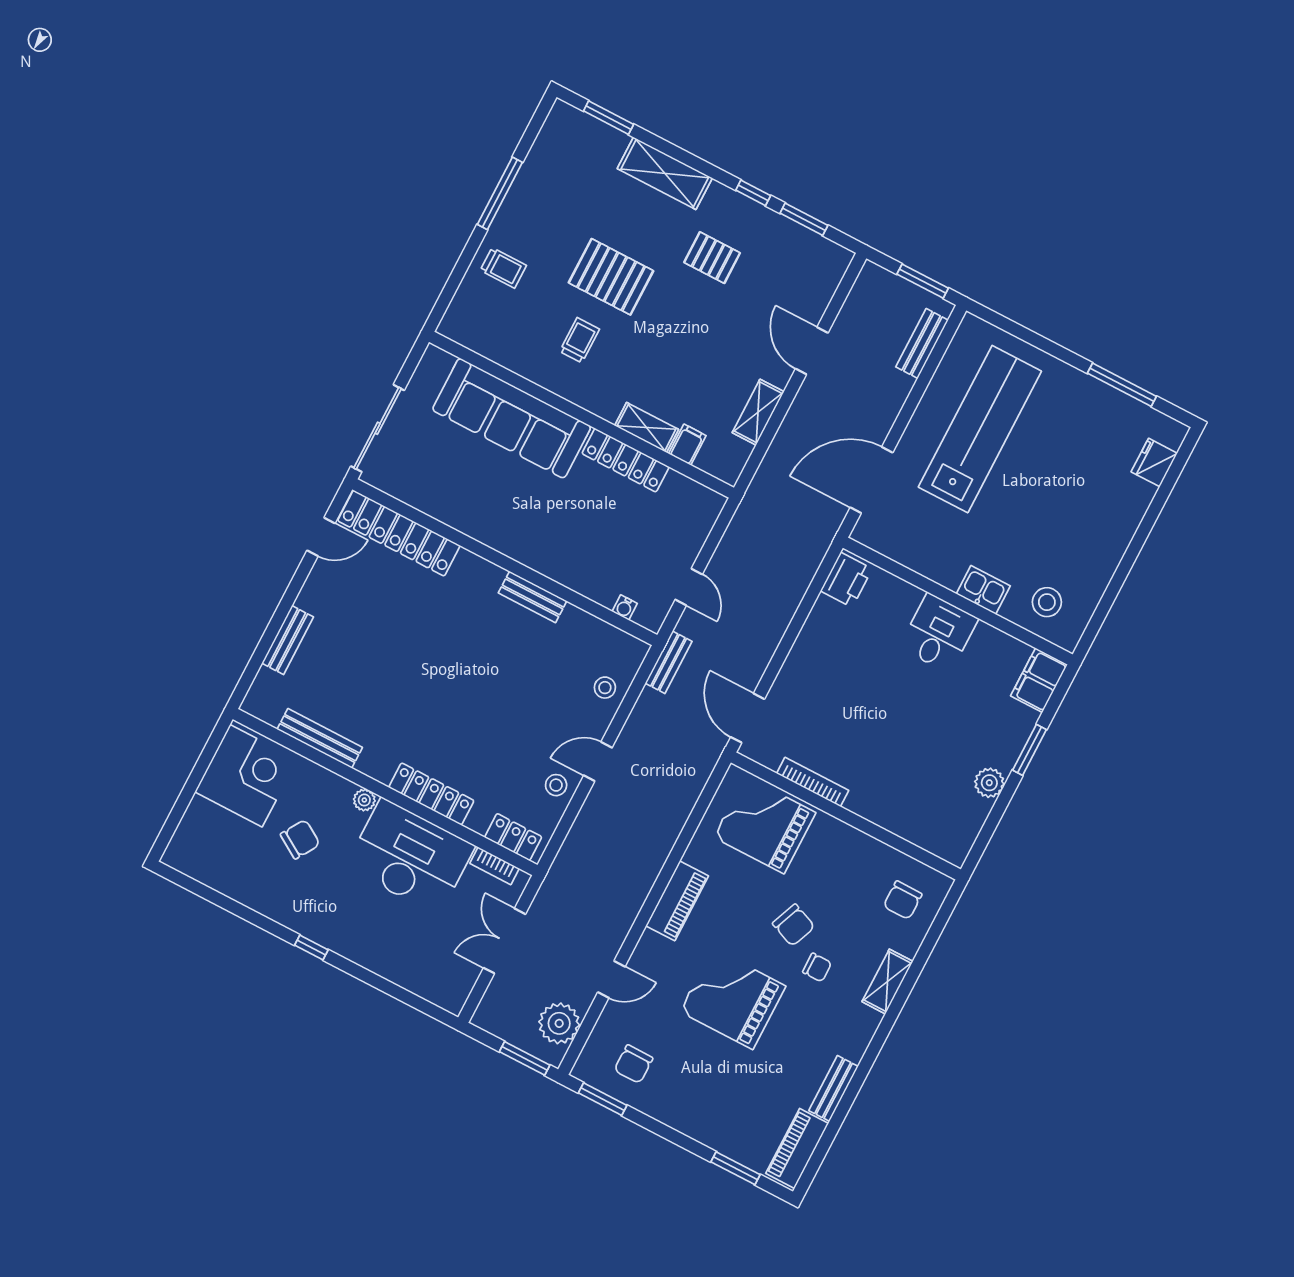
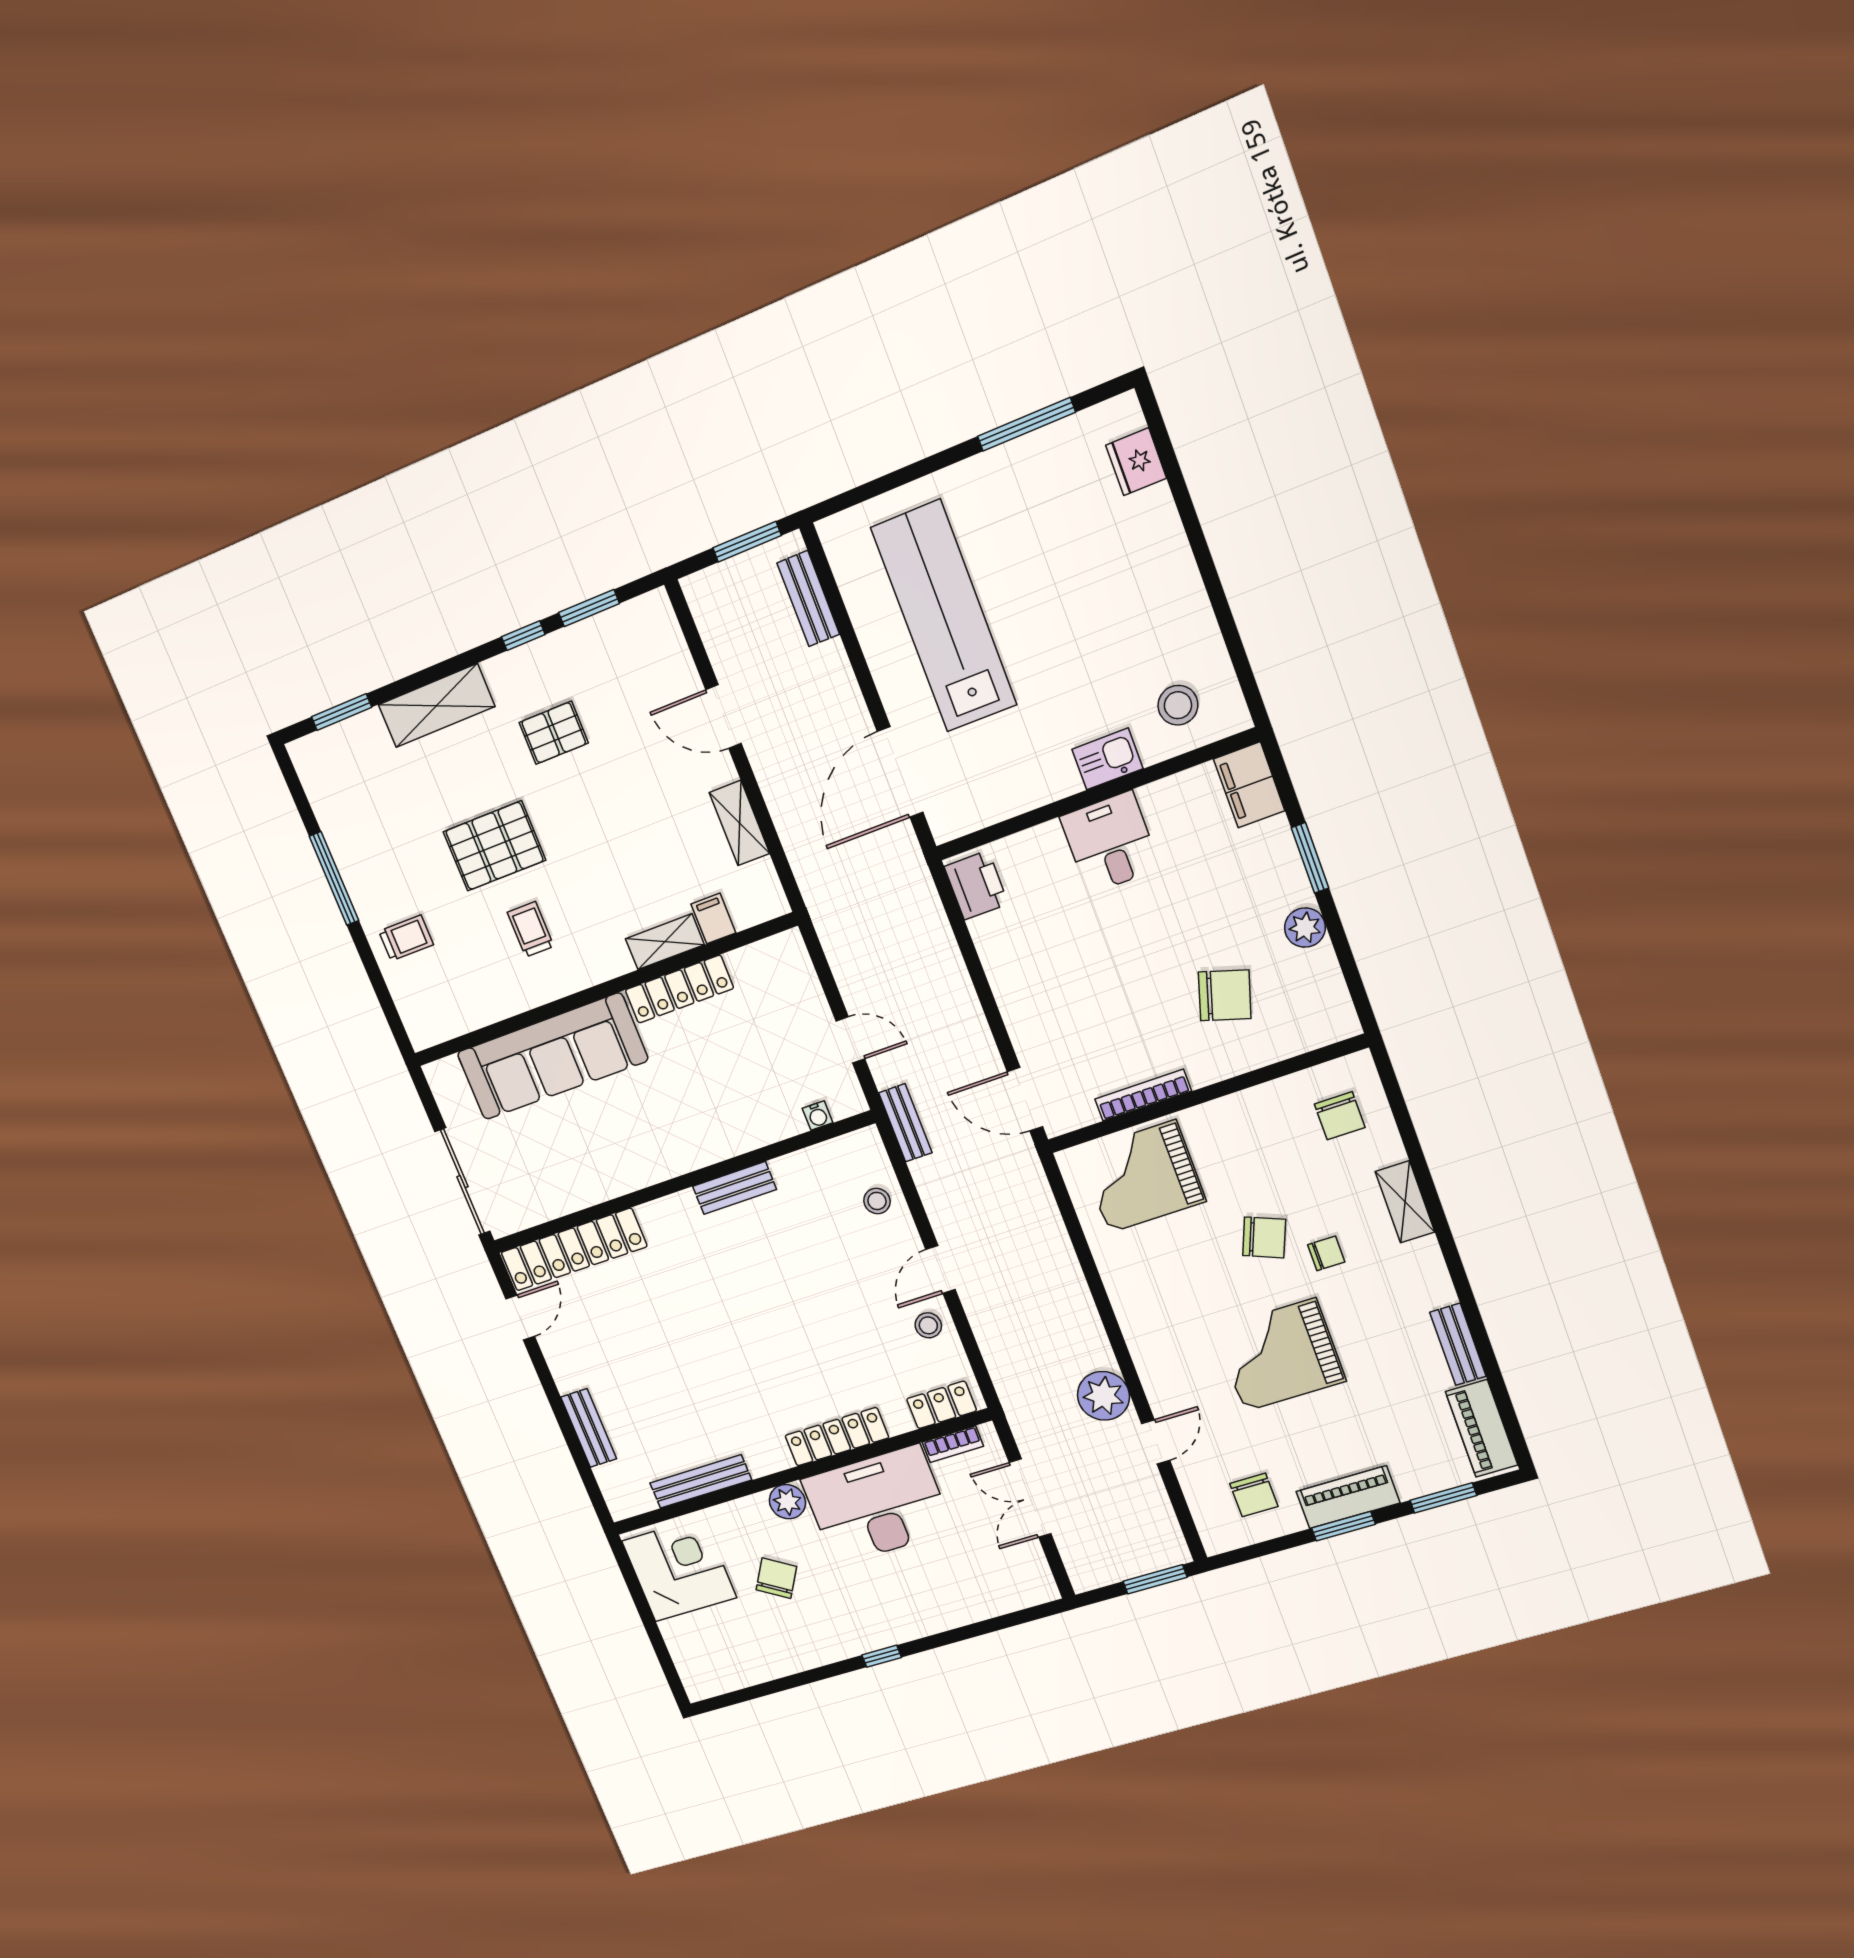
chair: (912, 774) -> (1225, 995), added
plant: (364, 800) -> (787, 1502), width x1.38, depth x1.38
piano: (677, 901) -> (1348, 1497), moved, turned -90
plant: (559, 1023) -> (1103, 1396), moved
window: (603, 1099) -> (1343, 1526), moved

